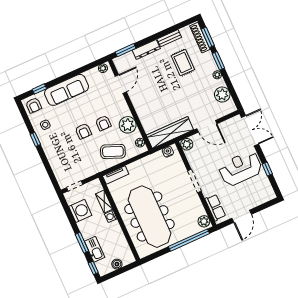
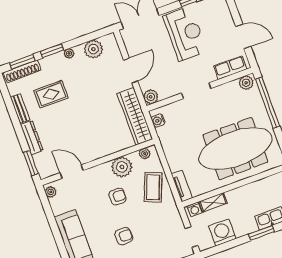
armchair: (83, 131) -> (124, 236), moved
reception desk: (240, 168) -> (185, 34), turned 180
washing machine: (111, 216) -> (194, 209), moved

